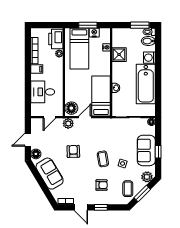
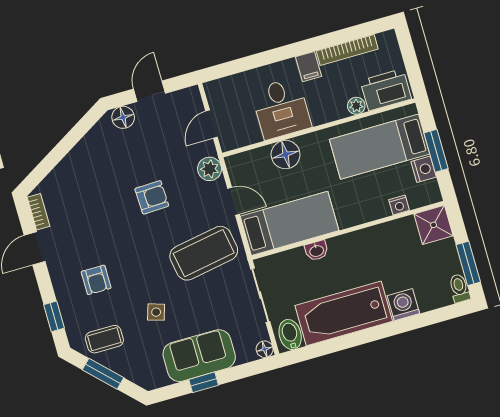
bidet: (148, 41) -> (290, 335), moved
shower: (119, 55) -> (434, 225), moved
desk: (43, 92) -> (281, 108), moved, turned 180
floor lamp: (71, 108) -> (286, 155), moved
door: (49, 117) -> (212, 124), hinge flipped
door: (28, 140) -> (149, 91), hinge flipped
coffee table: (103, 159) -> (204, 253), moved, width x1.86, depth x1.72
sofa: (50, 174) -> (89, 159), removed
plant: (147, 177) -> (142, 374), removed
window: (101, 207) -> (54, 316), moved

